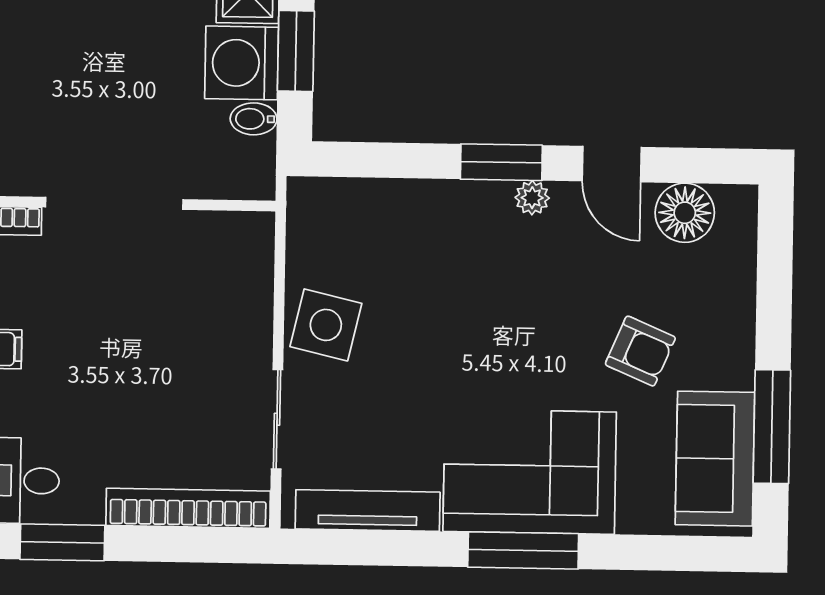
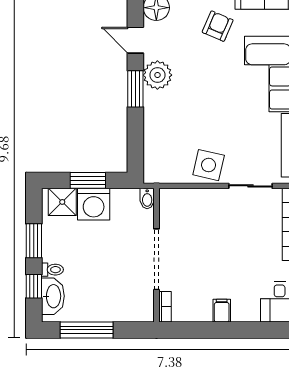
bidet: (254, 119) -> (147, 199), moved
door: (612, 164) -> (135, 40), swing flipped
plant: (532, 198) -> (157, 75), width x1.87, depth x1.87

